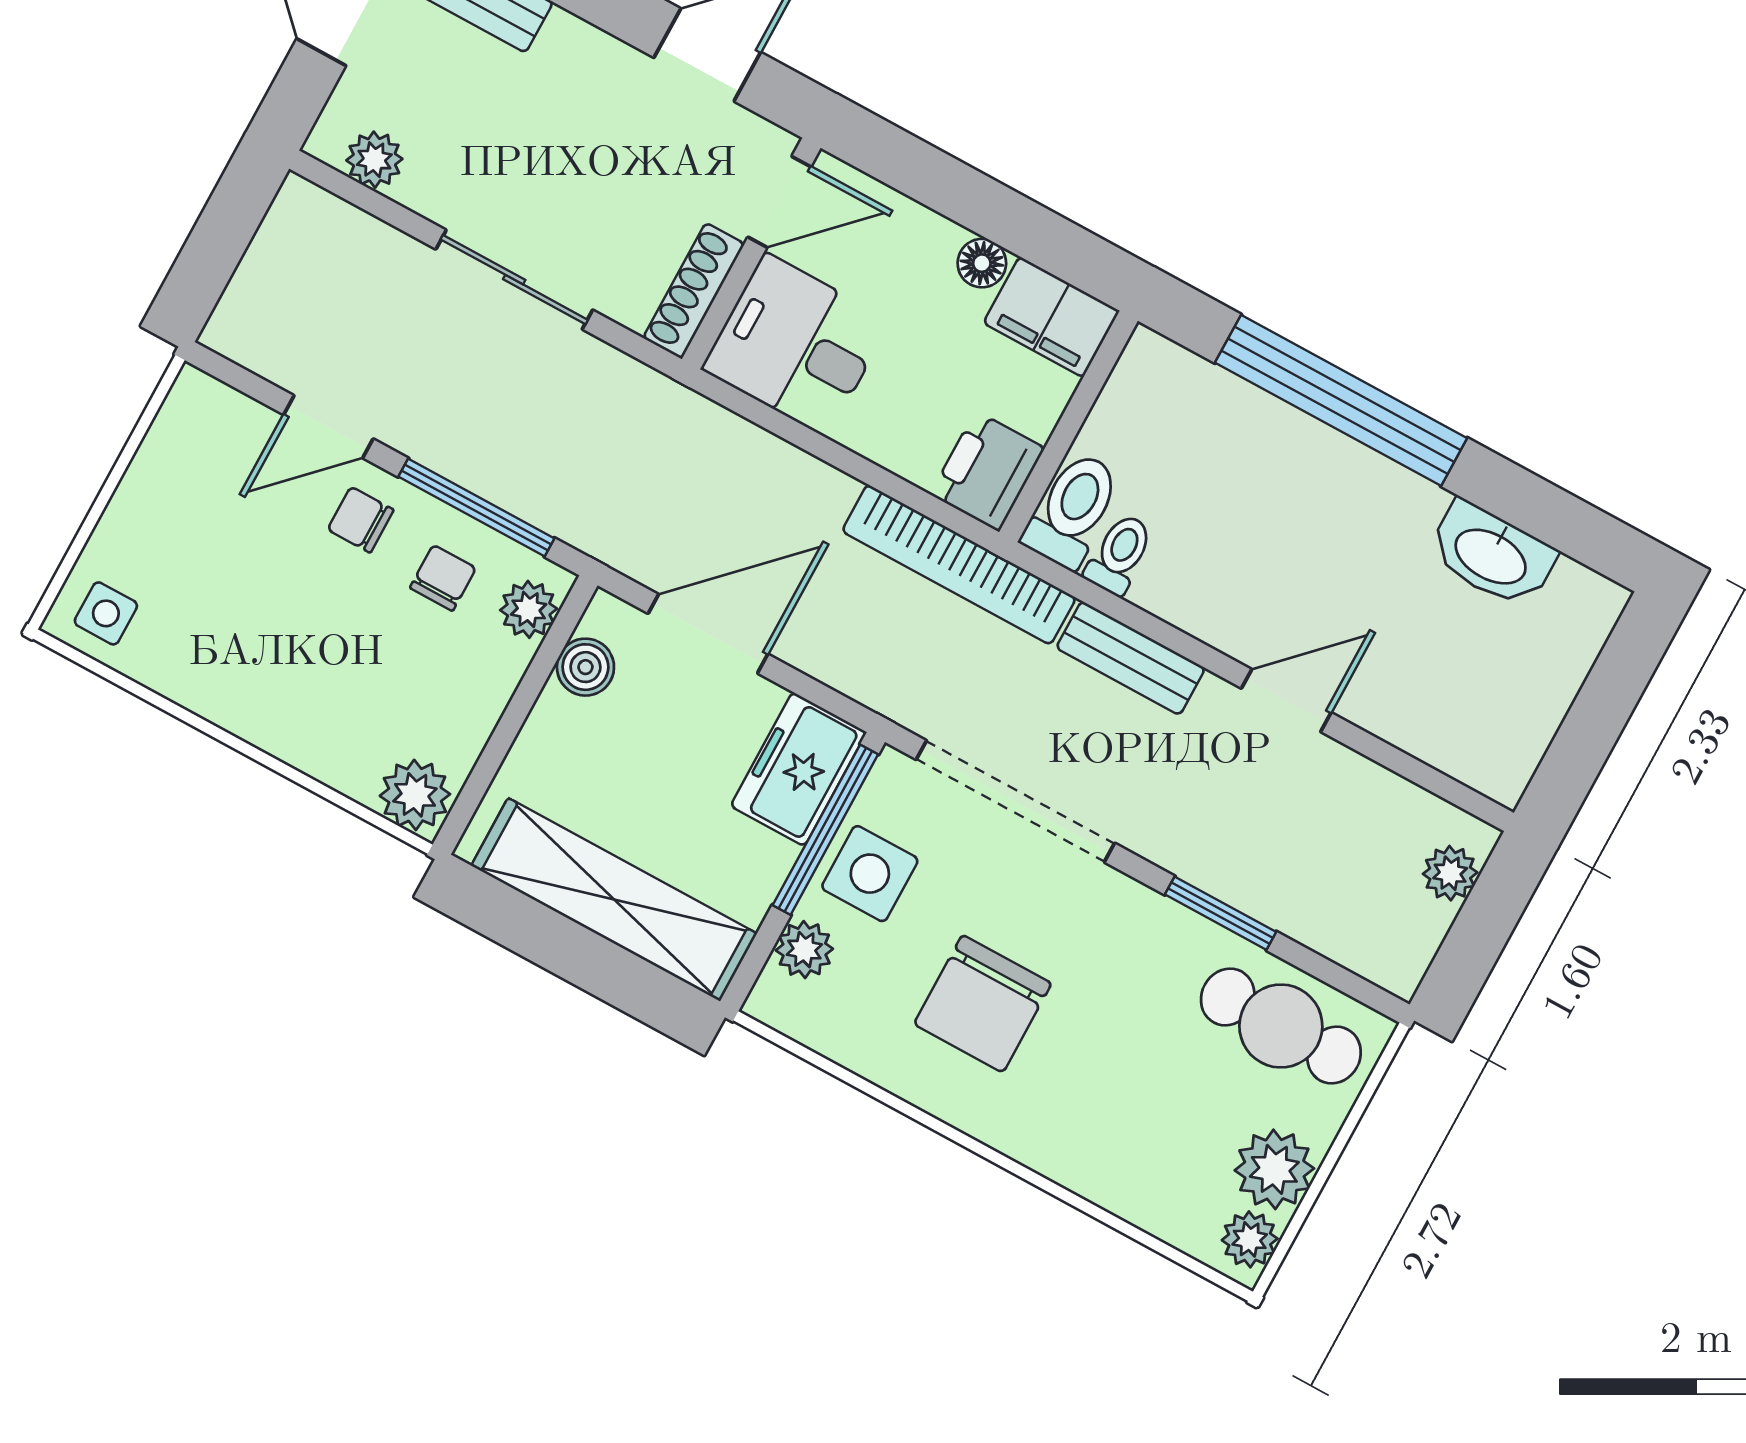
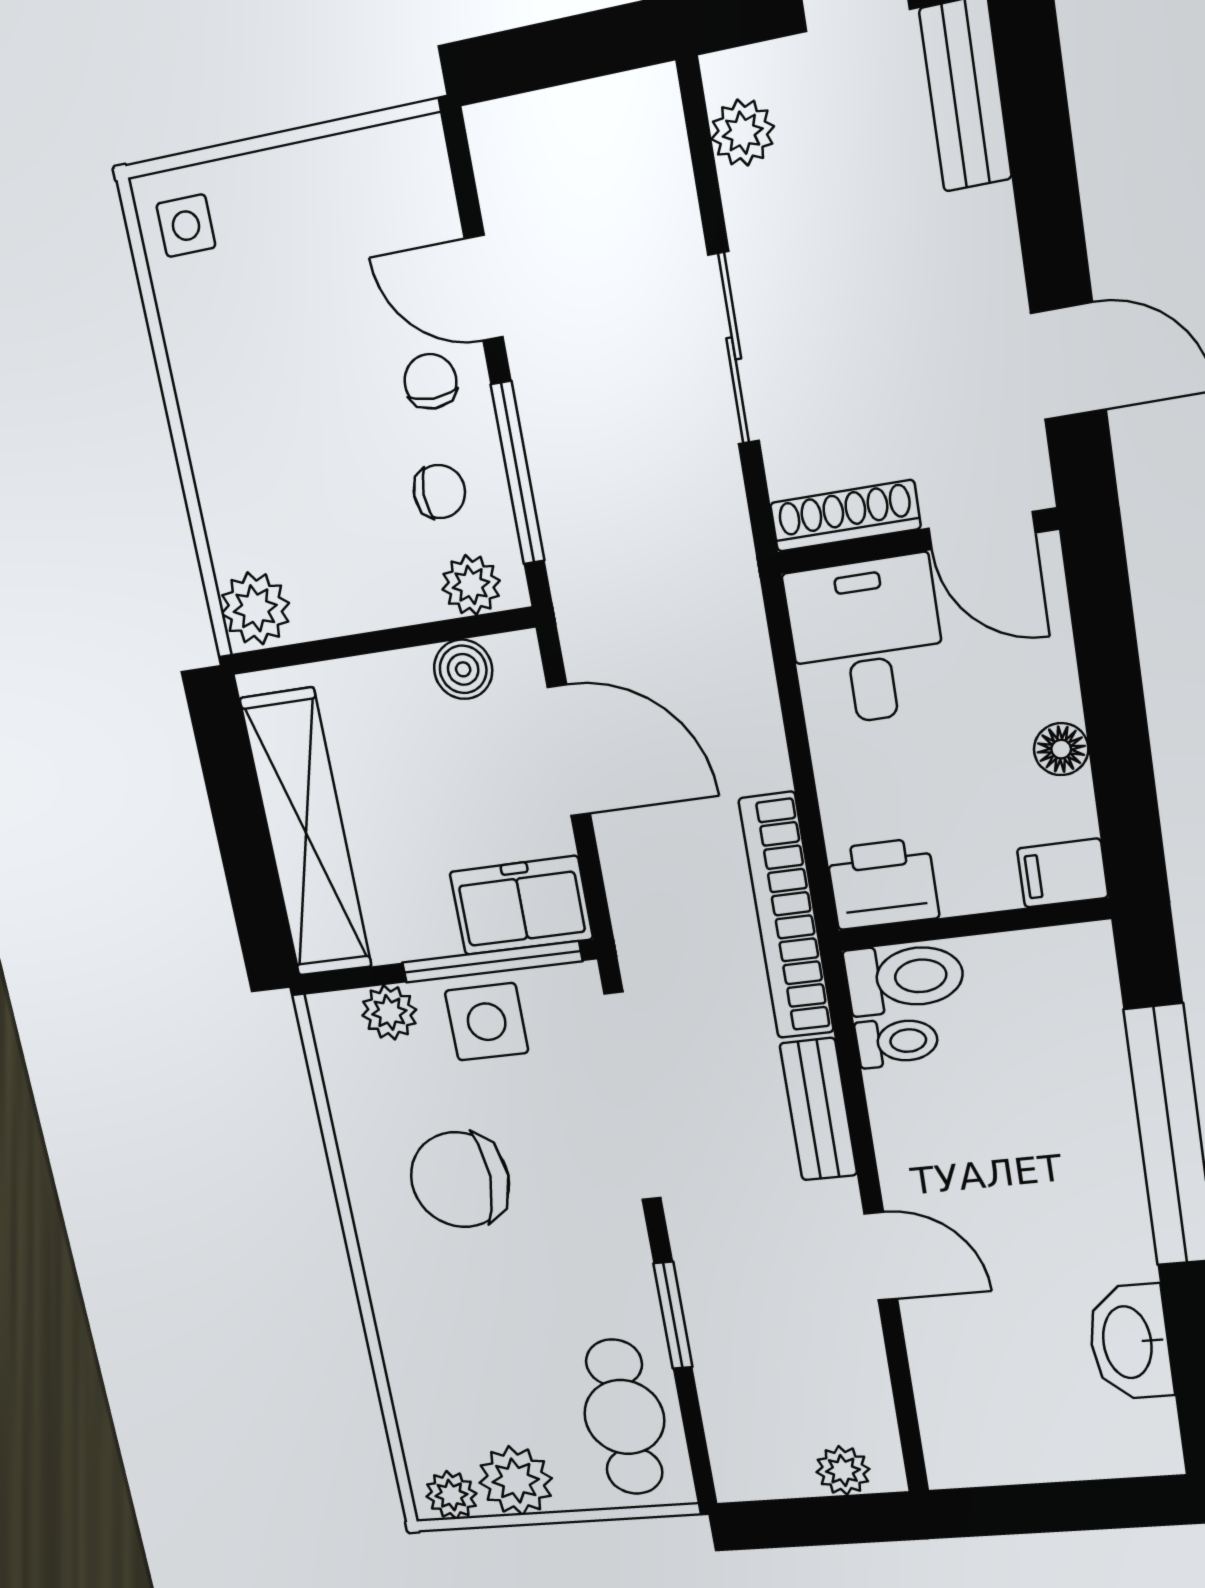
filing cabinet: (1051, 317) -> (1063, 873), width x0.50

